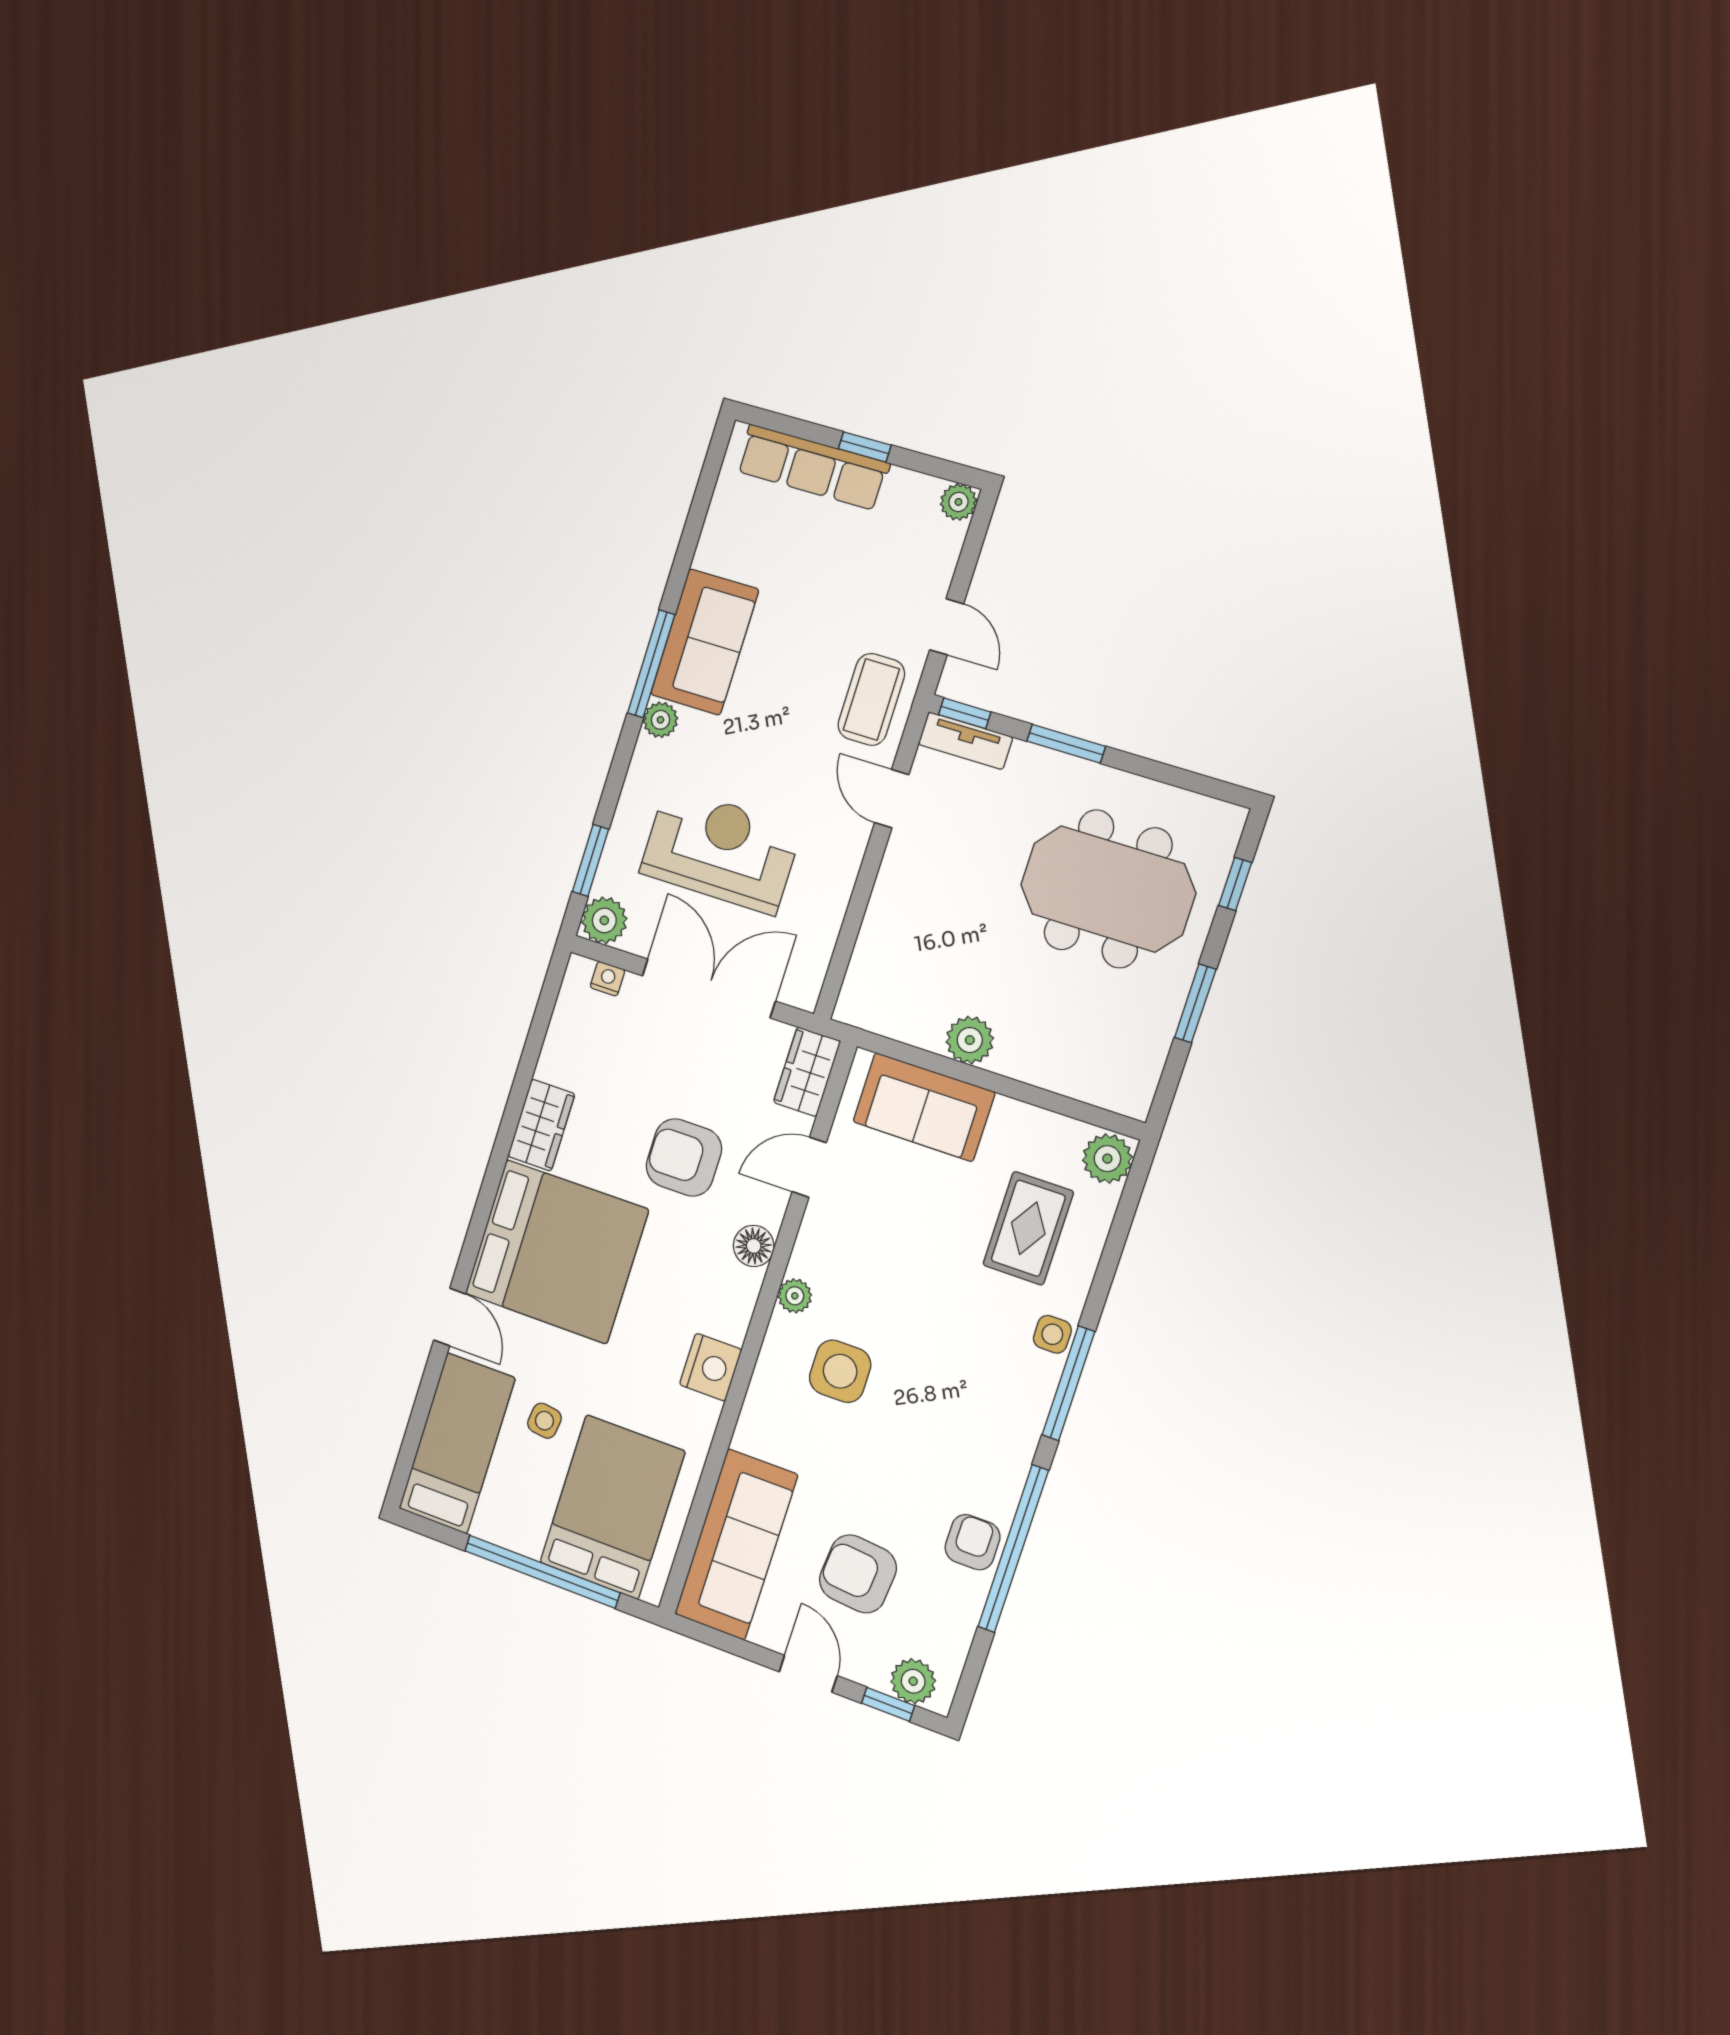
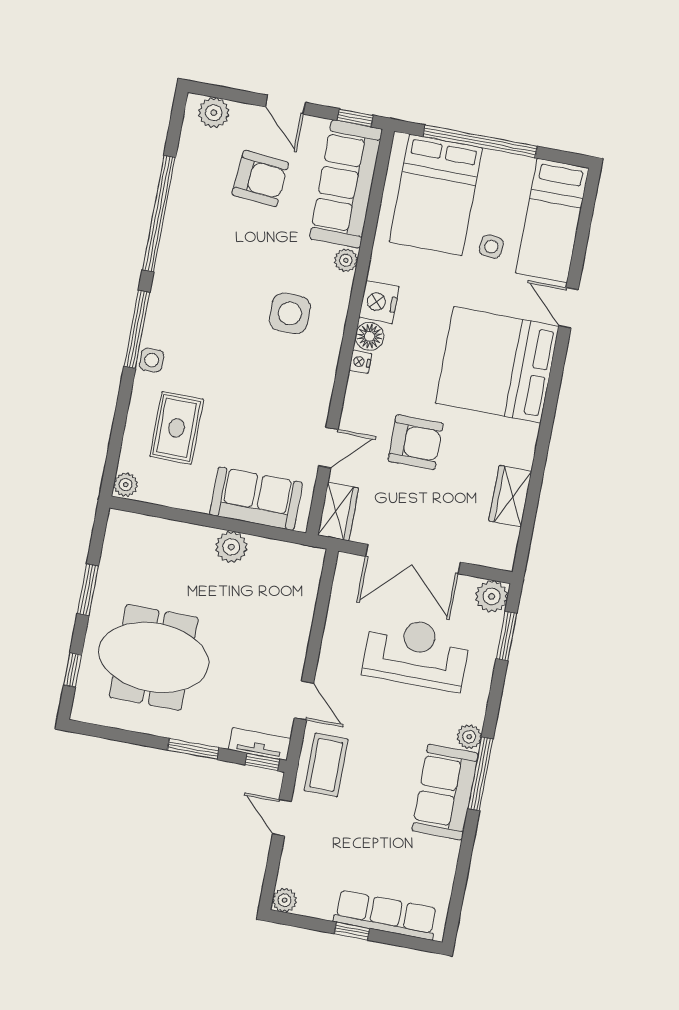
reception desk: (720, 850) -> (416, 653), turned 180
nightstand: (608, 979) -> (360, 362), moved, turned 90
wardrobe: (541, 1125) -> (510, 496), moved
plant: (1107, 1159) -> (126, 485), width x0.73, depth x0.73
floor lamp: (754, 1246) -> (370, 336), moved
plant: (795, 1296) -> (346, 260), moved
armchair: (972, 1542) -> (186, 213), removed
window: (888, 1704) -> (355, 118), moved

